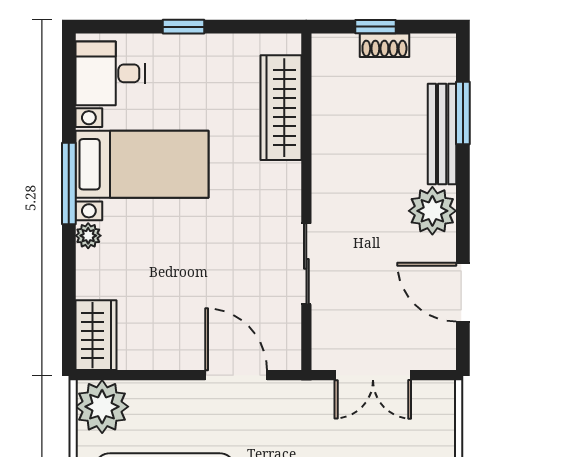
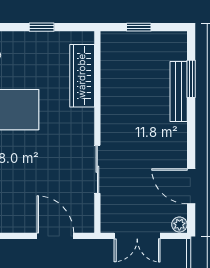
window: (184, 27) -> (42, 27), moved
shoe rack: (384, 45) -> (144, 38), removed
plant: (432, 211) -> (179, 225), moved, width x0.53, depth x0.53

